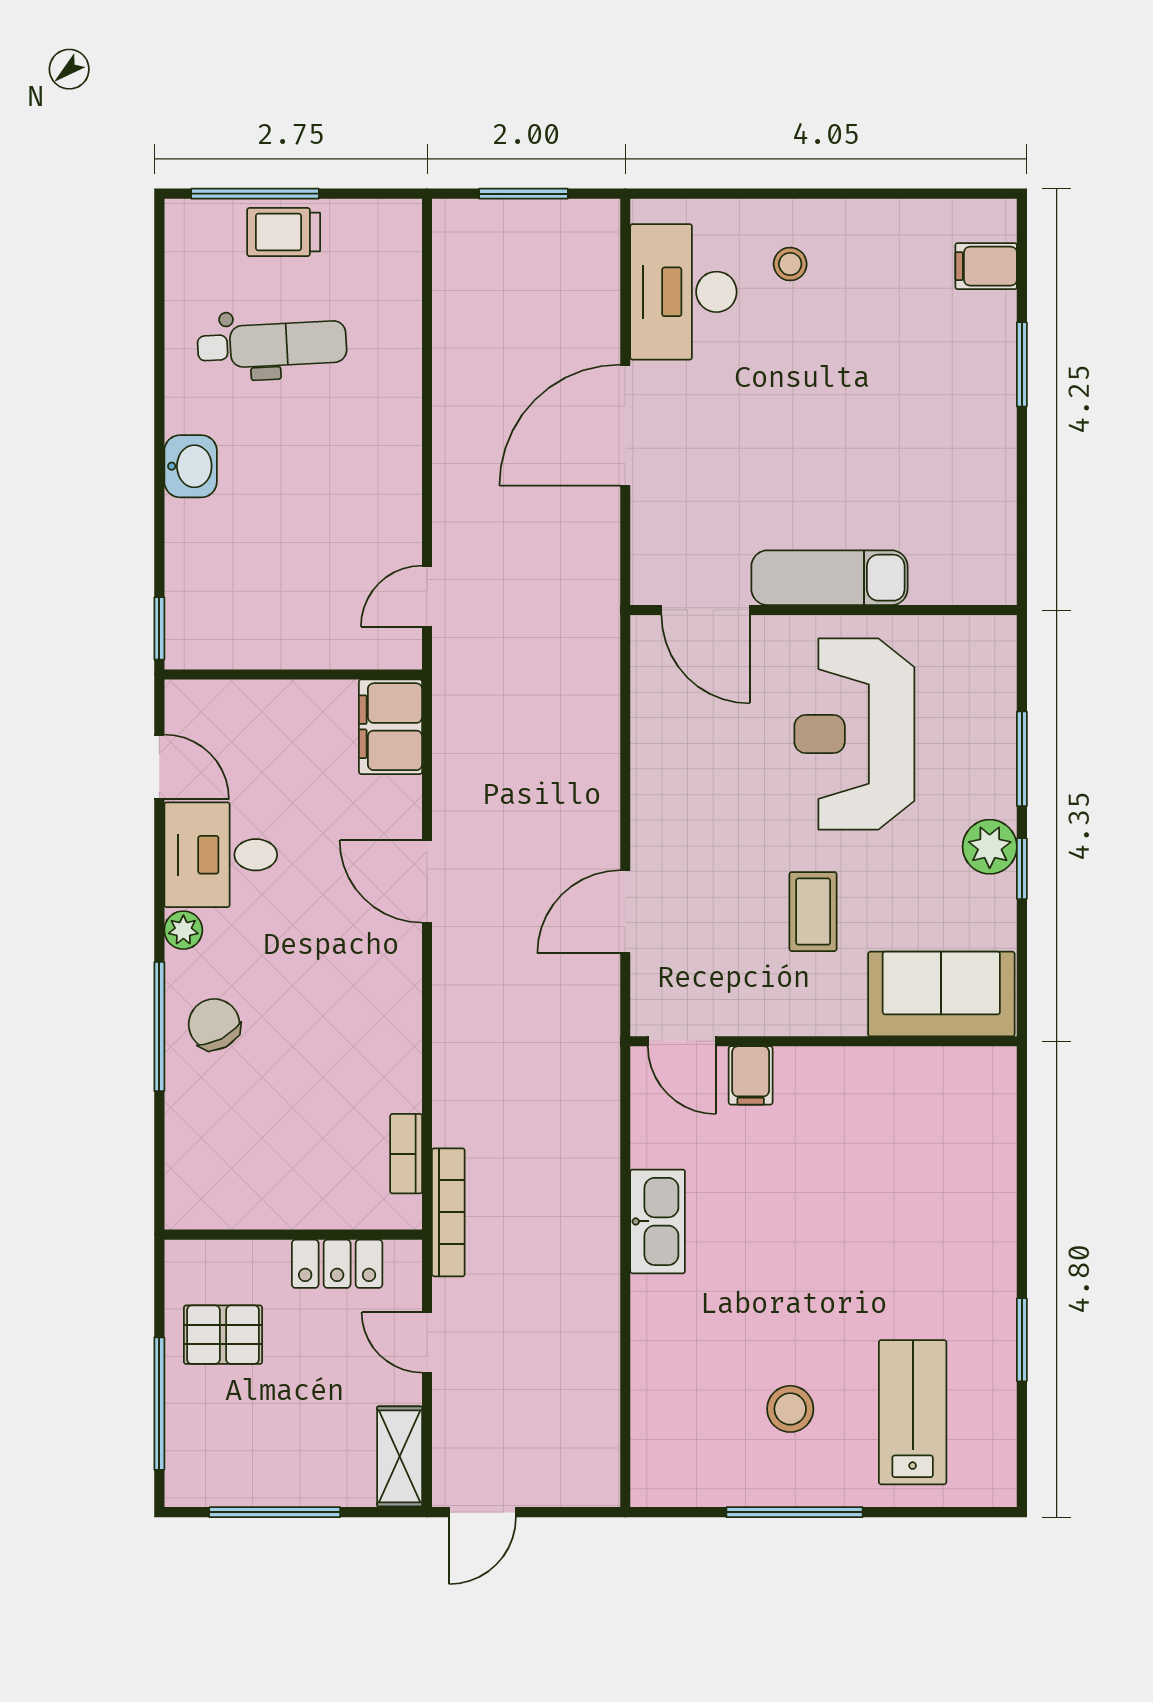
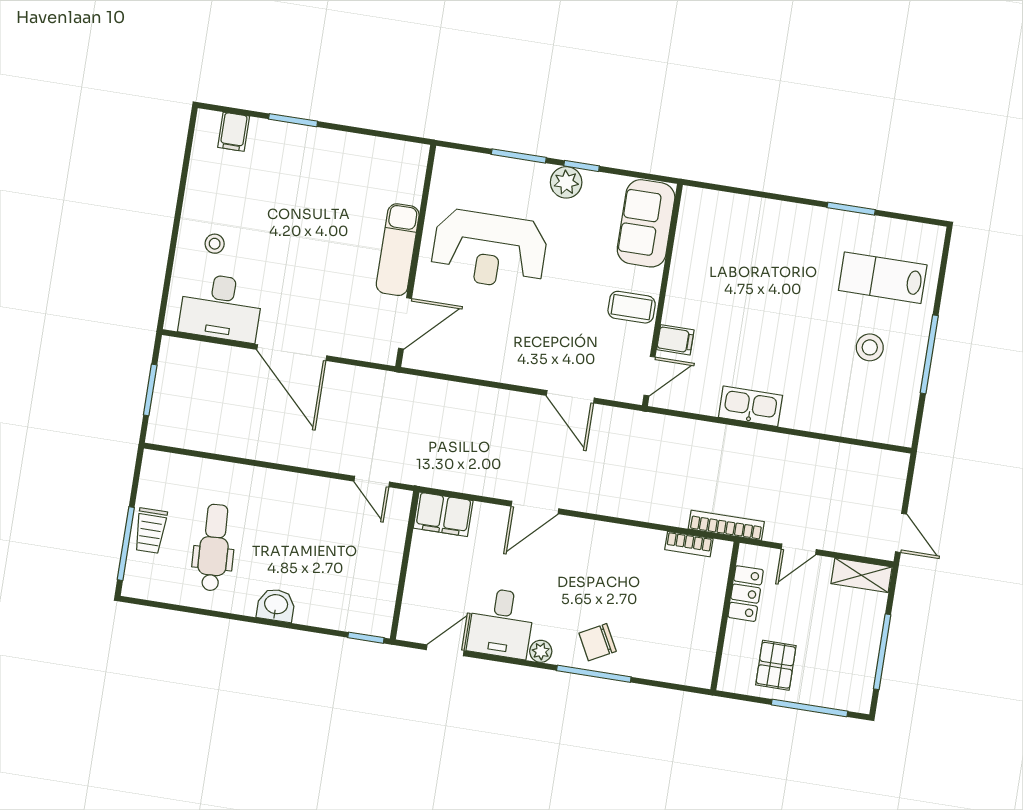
coffee table: (813, 912) -> (632, 307), moved

